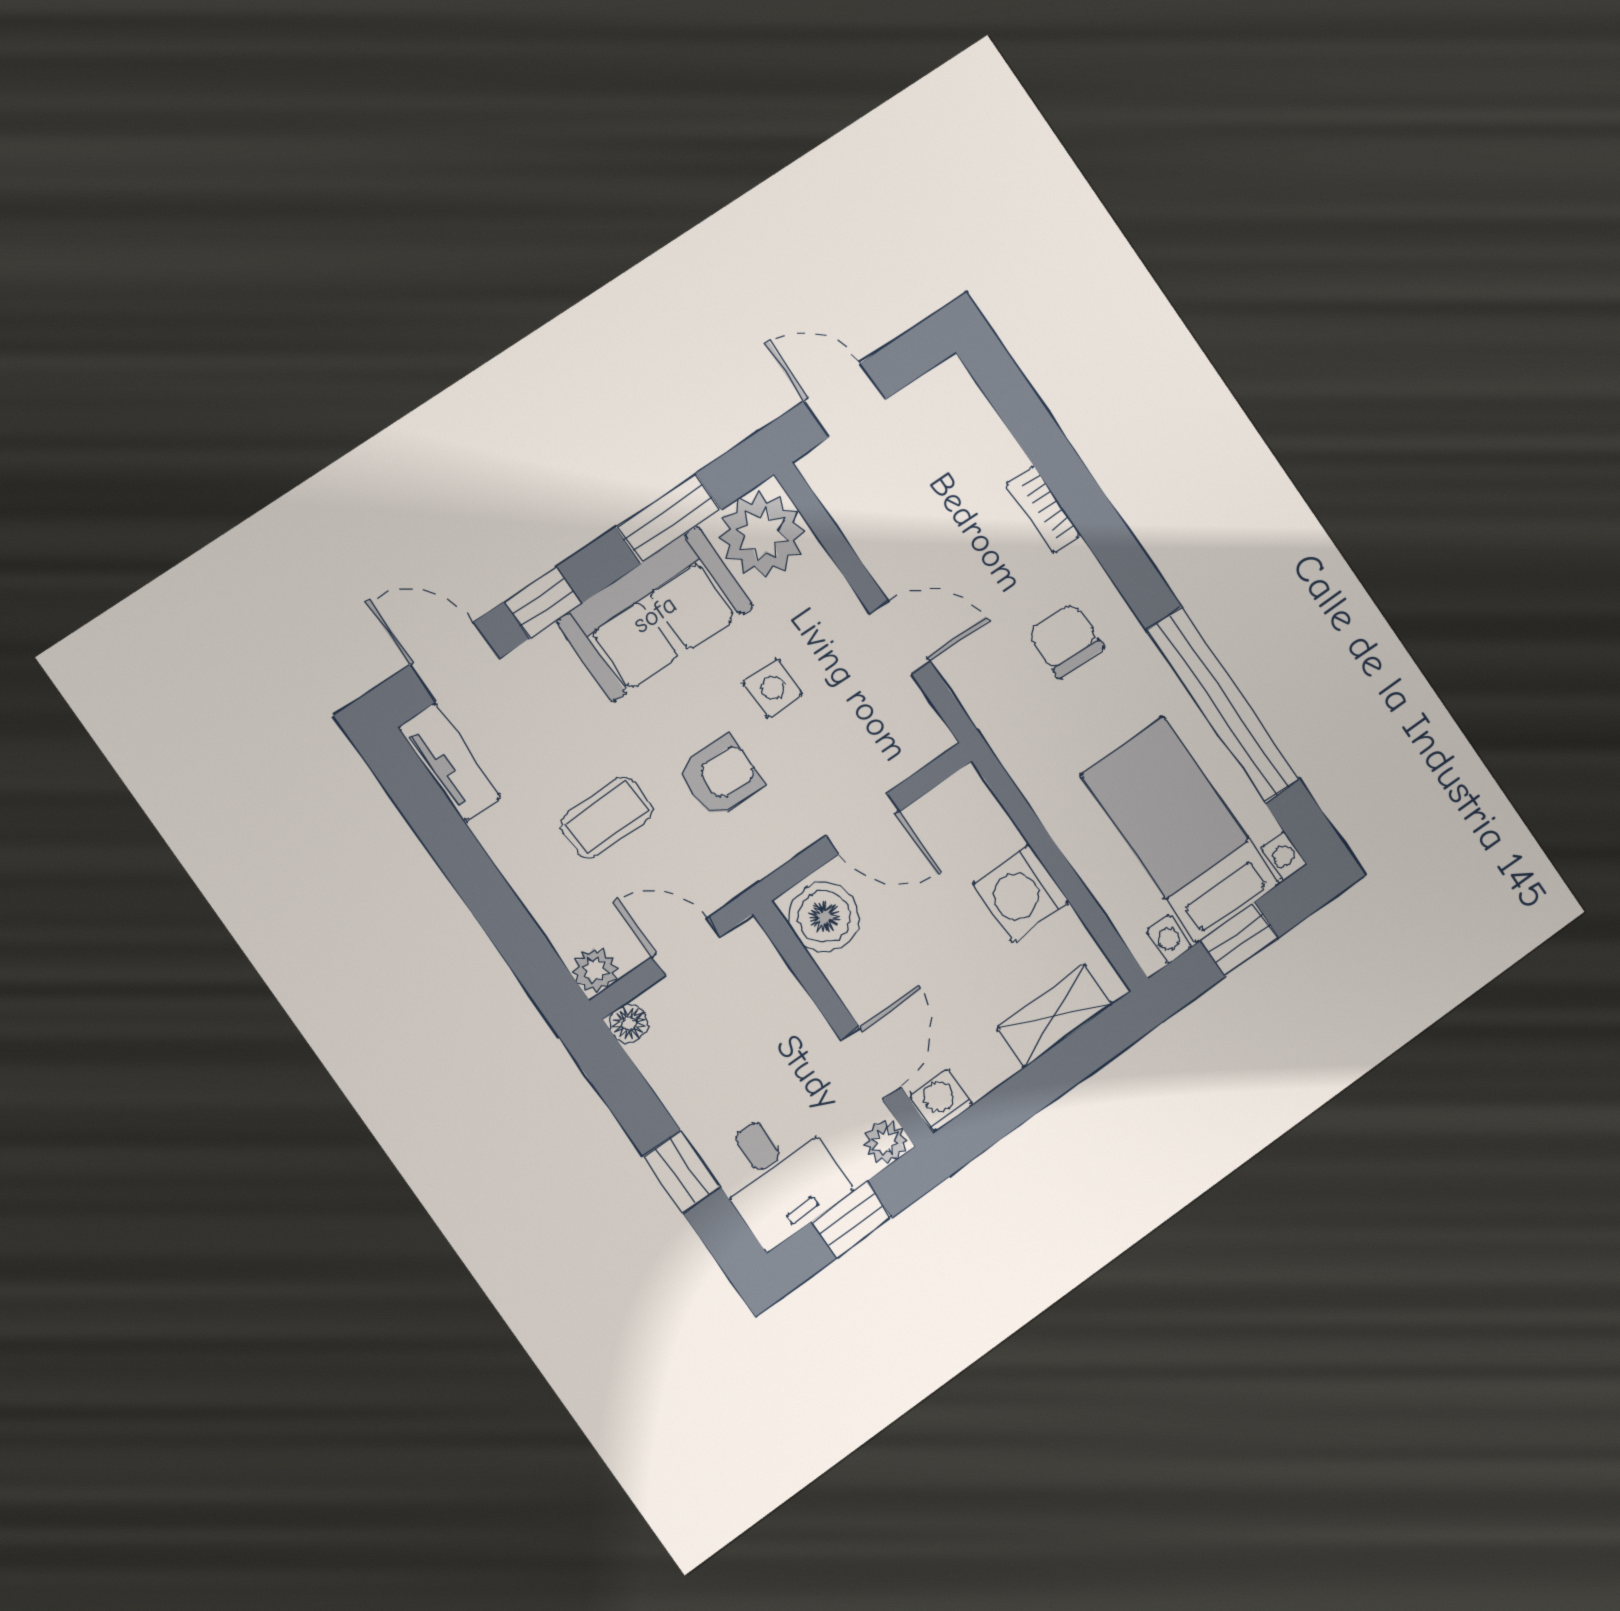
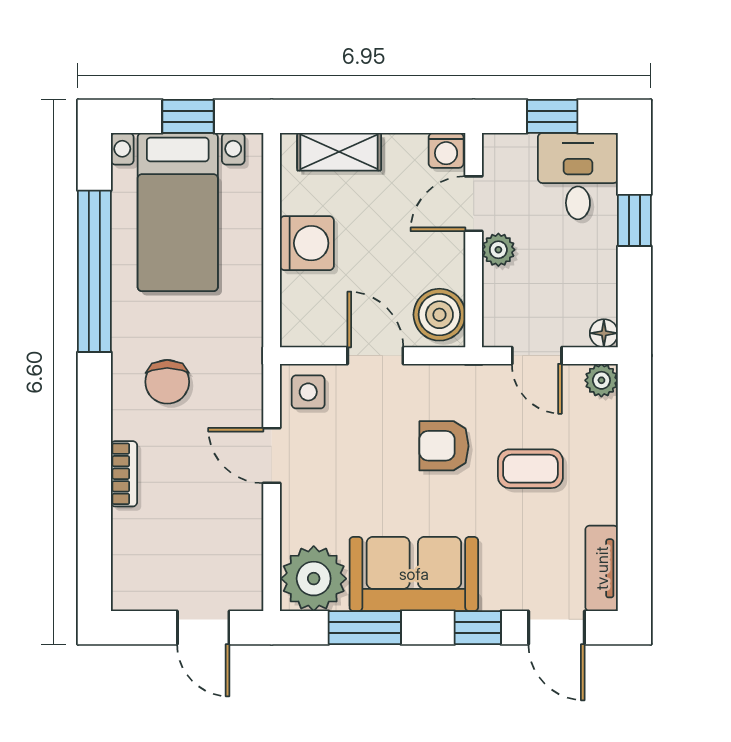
side table: (773, 688) -> (308, 392), moved
plant: (885, 1142) -> (498, 250), moved

